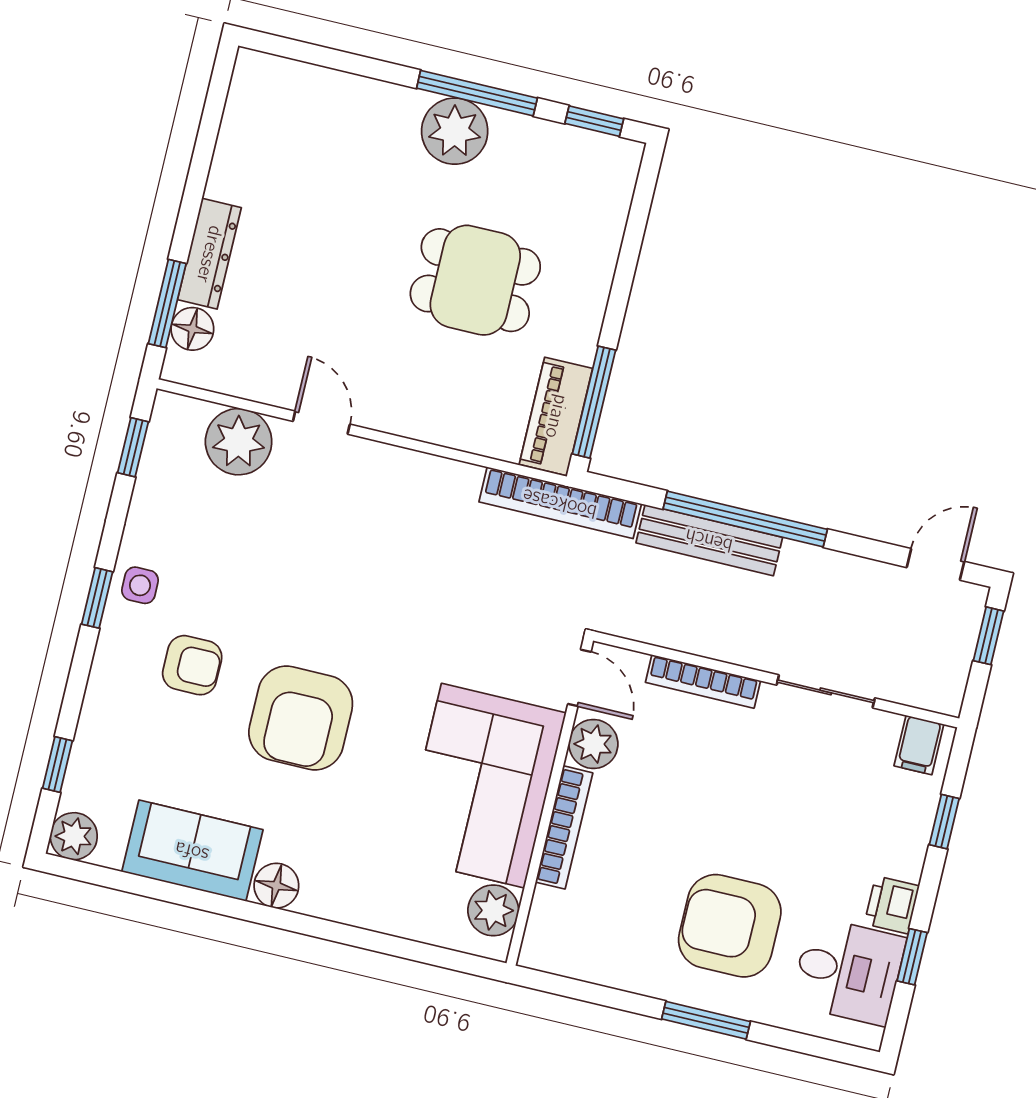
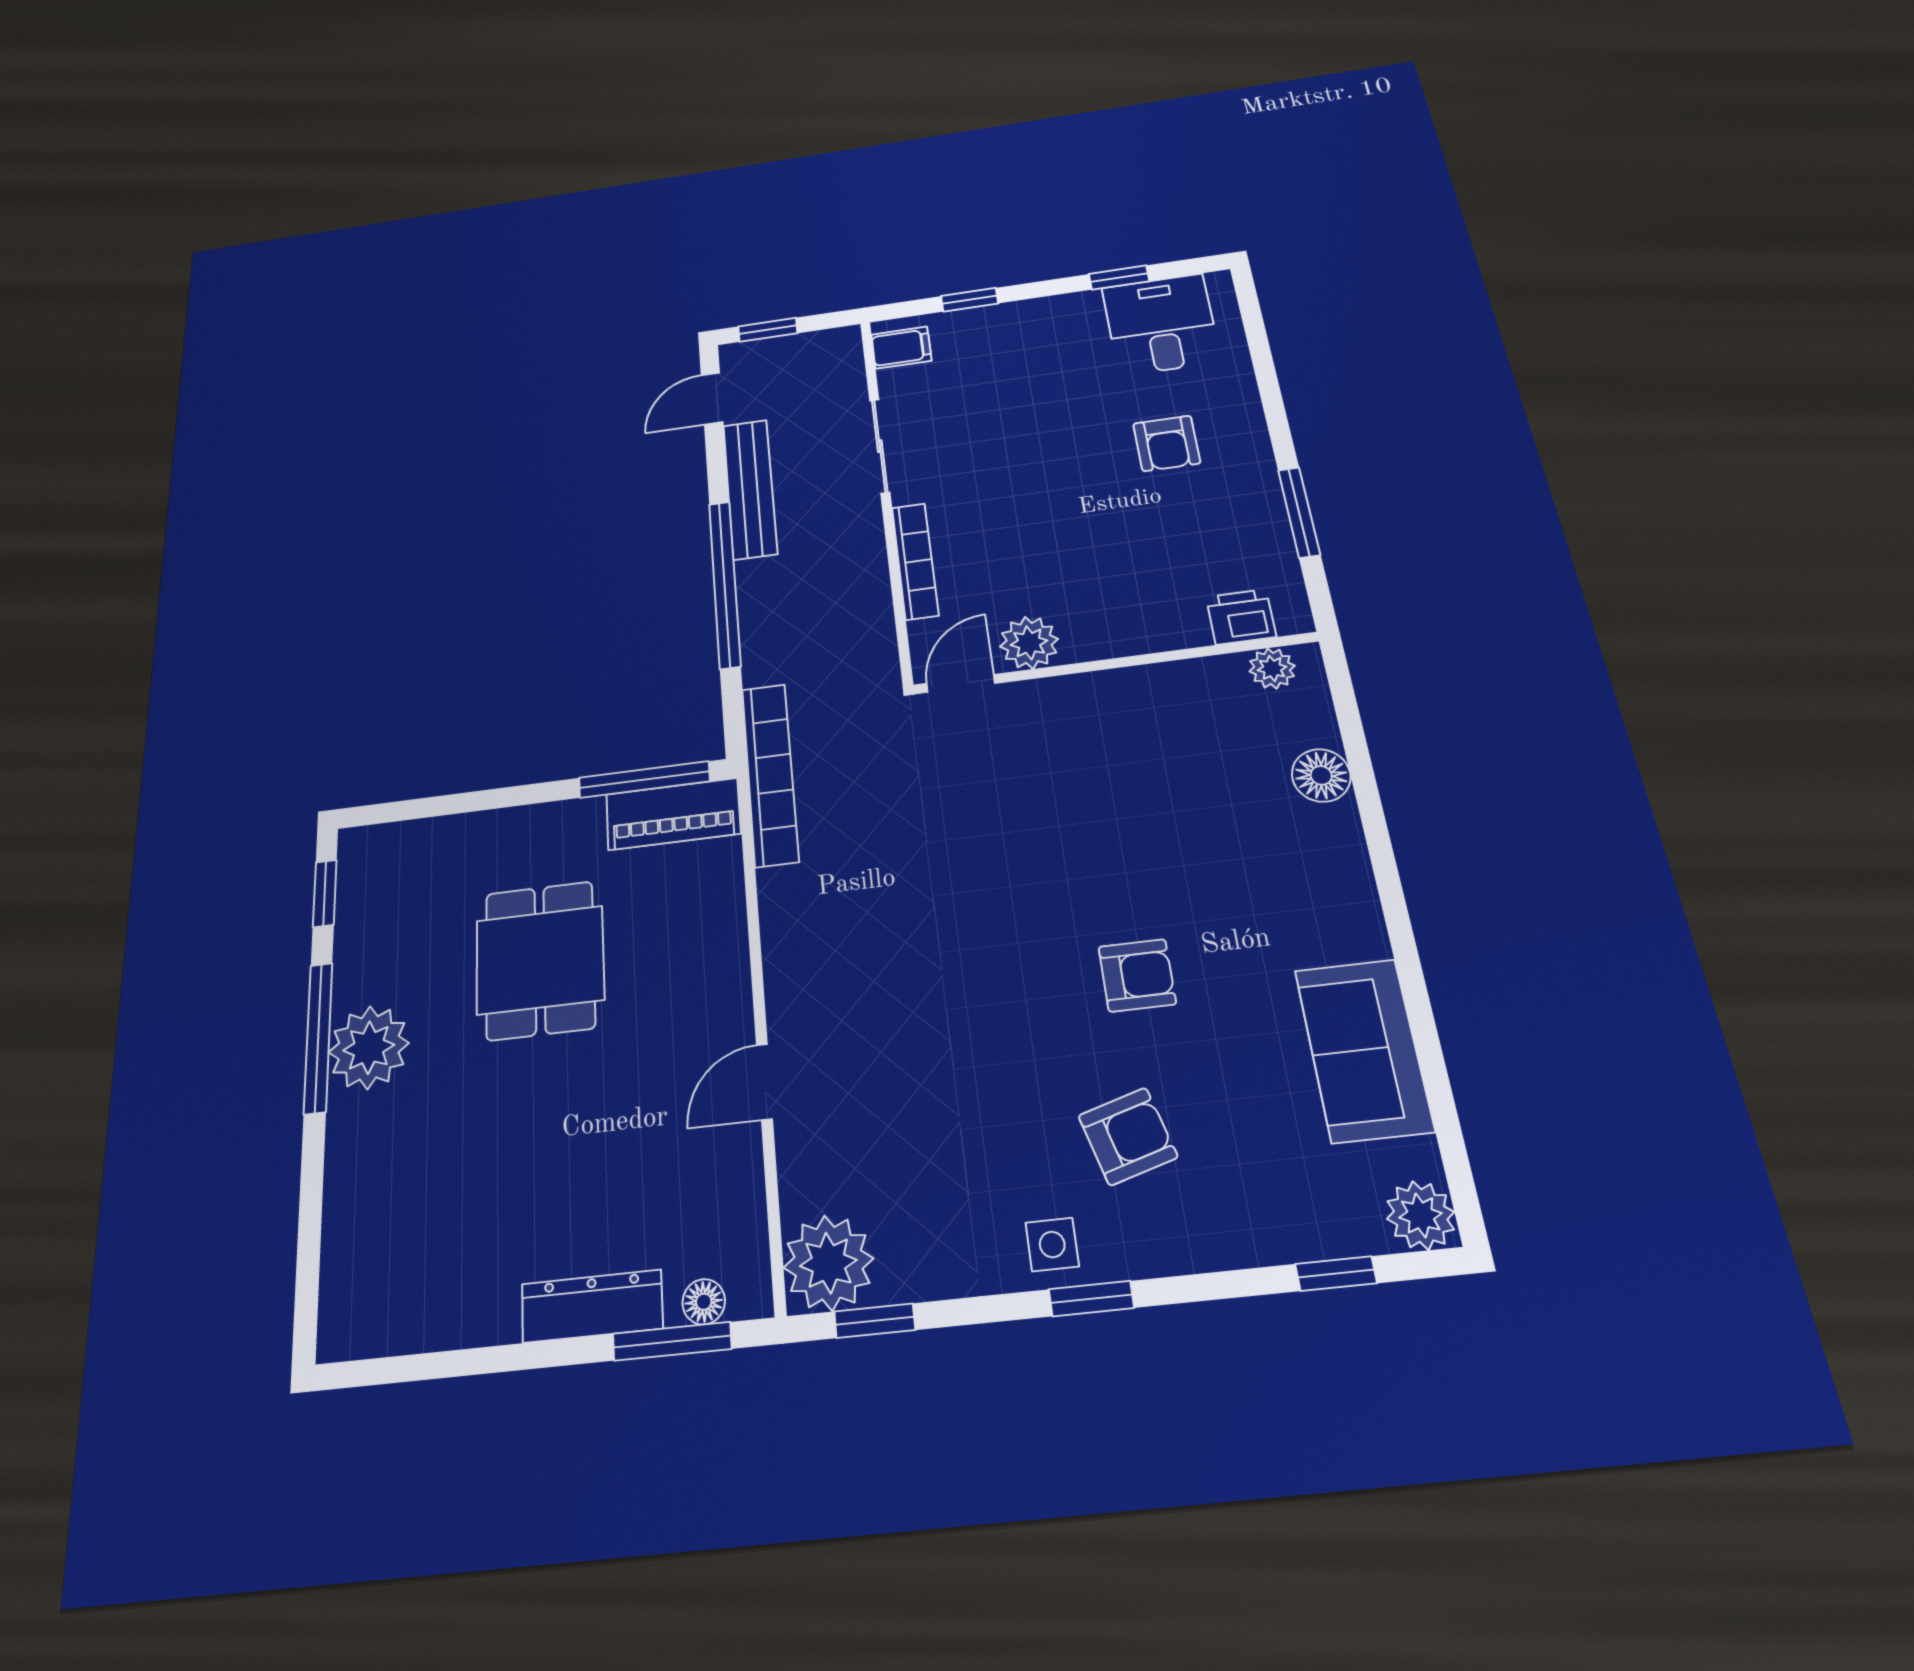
floor lamp: (192, 329) -> (704, 1302), width x0.73, depth x0.73
plant: (239, 442) -> (828, 1263), moved
bench: (709, 540) -> (750, 489), moved
door: (935, 564) -> (712, 399), hinge flipped
armchair: (192, 665) -> (1128, 1136), turned 74
armchair: (301, 718) -> (1137, 975), width x0.53, depth x0.53
corner sofa: (483, 786) -> (1127, 739), removed
bookcase: (564, 827) -> (1136, 639), removed
floor lamp: (276, 886) -> (1321, 775), moved
printer: (892, 905) -> (1241, 617), moved, turned 180
plant: (493, 910) -> (1272, 668), width x0.73, depth x0.73
armchair: (730, 926) -> (1167, 443), width x0.53, depth x0.53
window: (706, 1020) -> (1299, 512), moved

